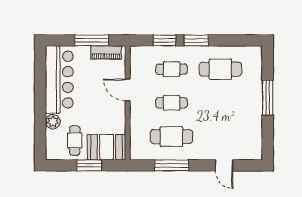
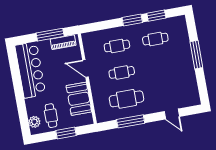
window: (165, 40) -> (156, 16), moved
cafe table: (220, 69) -> (155, 39), width x0.73, depth x0.74
plant: (53, 122) -> (34, 122), moved
booth: (106, 147) -> (79, 99), moved, turned 90

